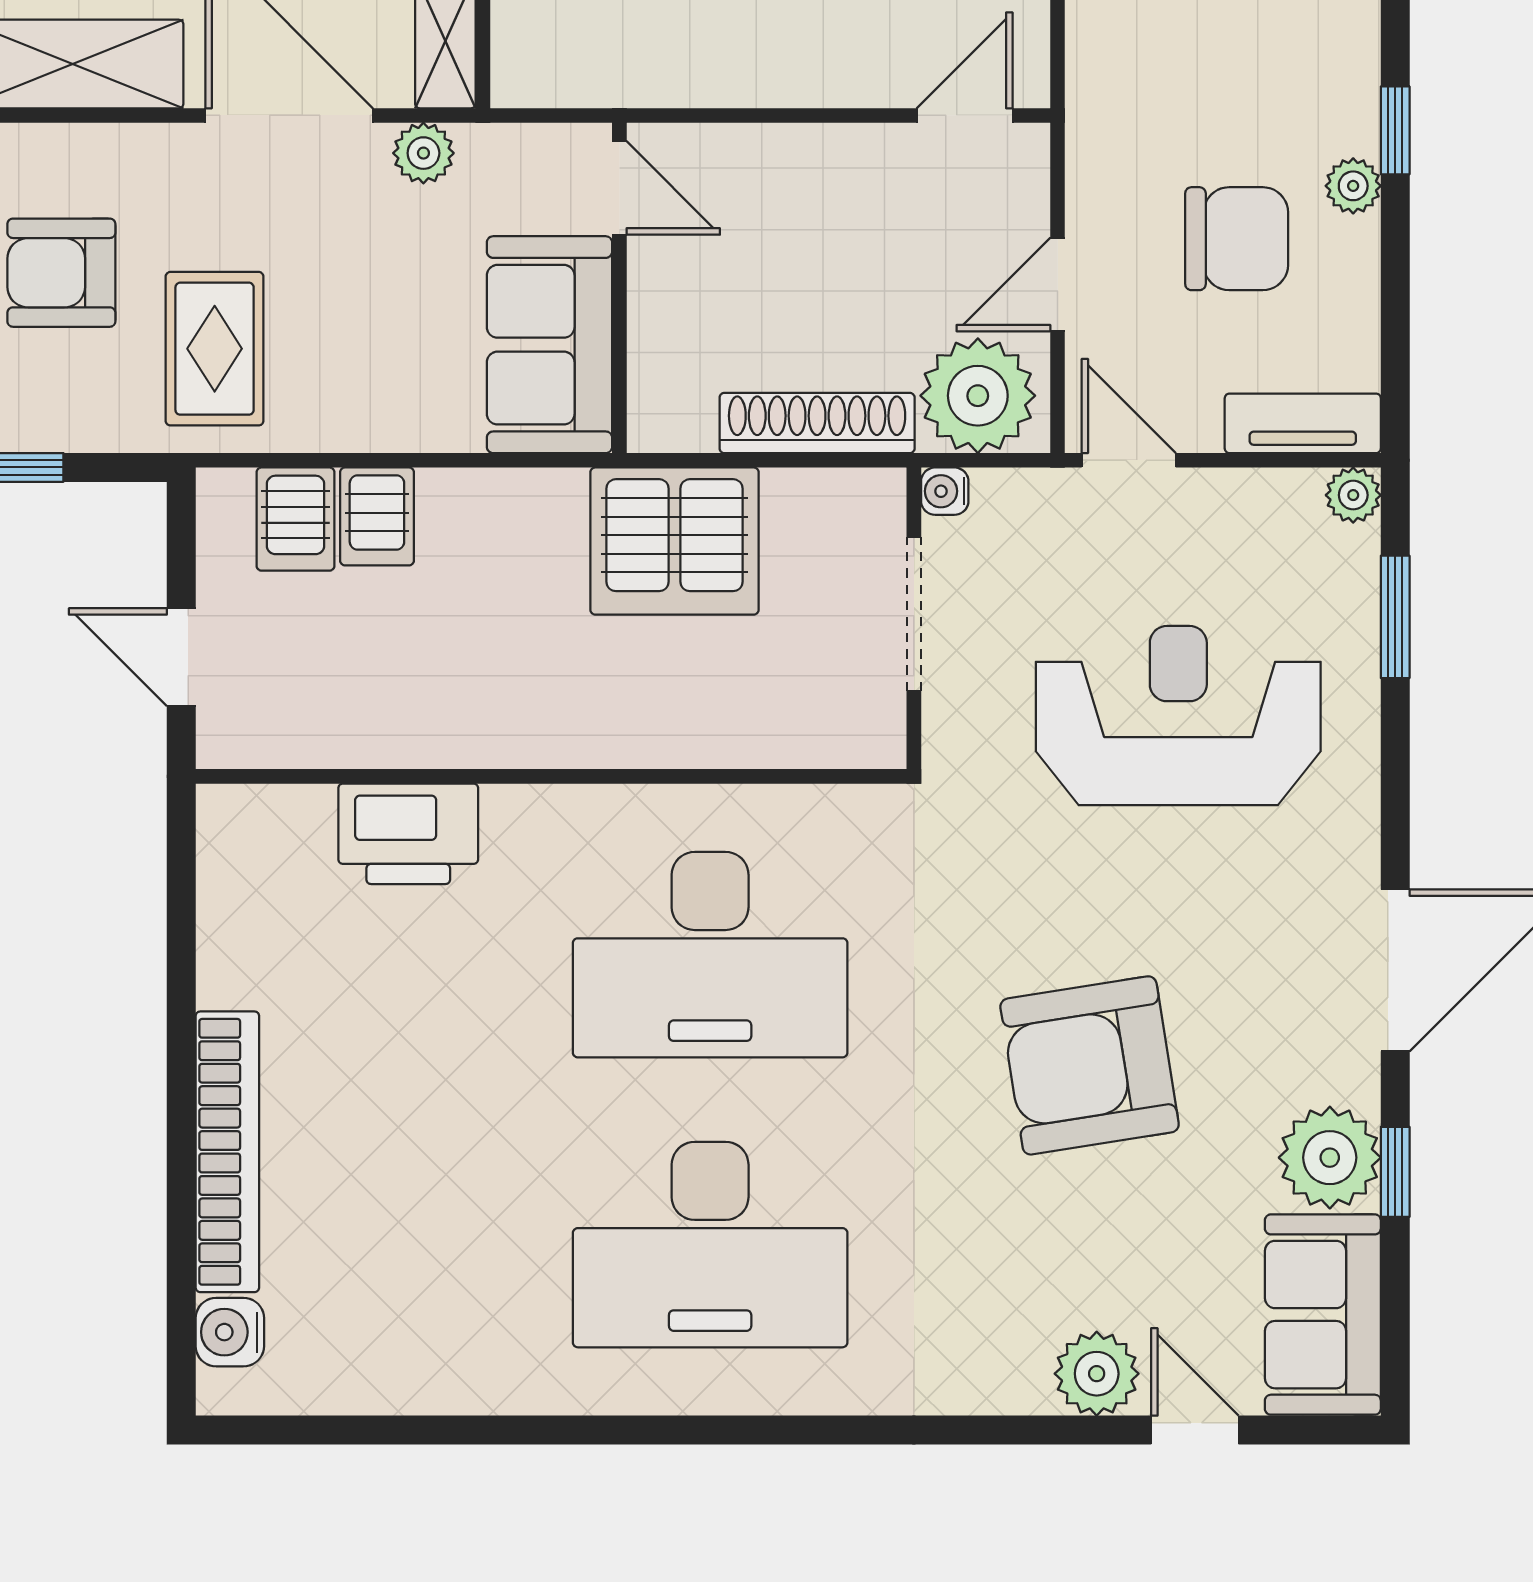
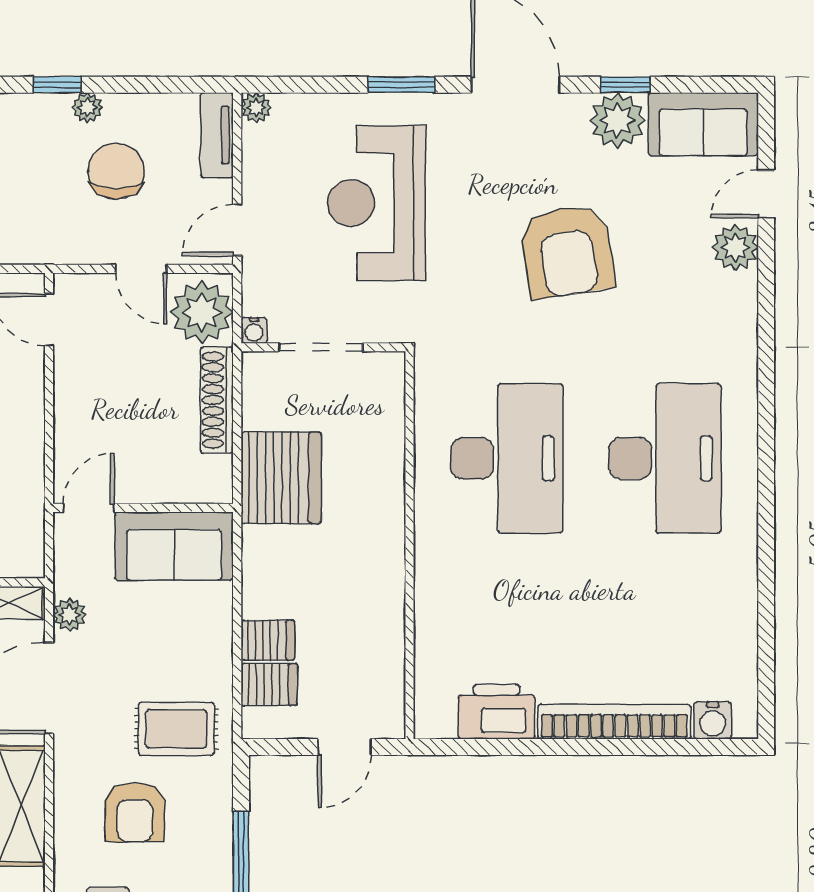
window: (1395, 617) -> (401, 85), moved
printer: (408, 834) -> (497, 712), moved, turned -90

